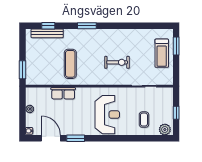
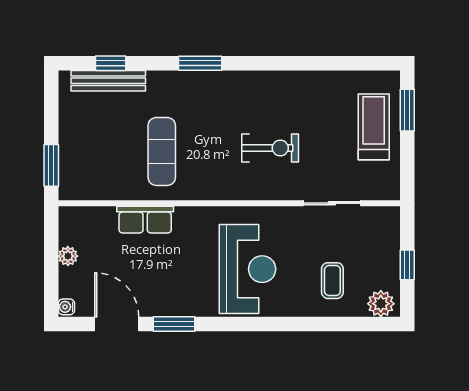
treadmill: (162, 53) -> (374, 127), turned 180

